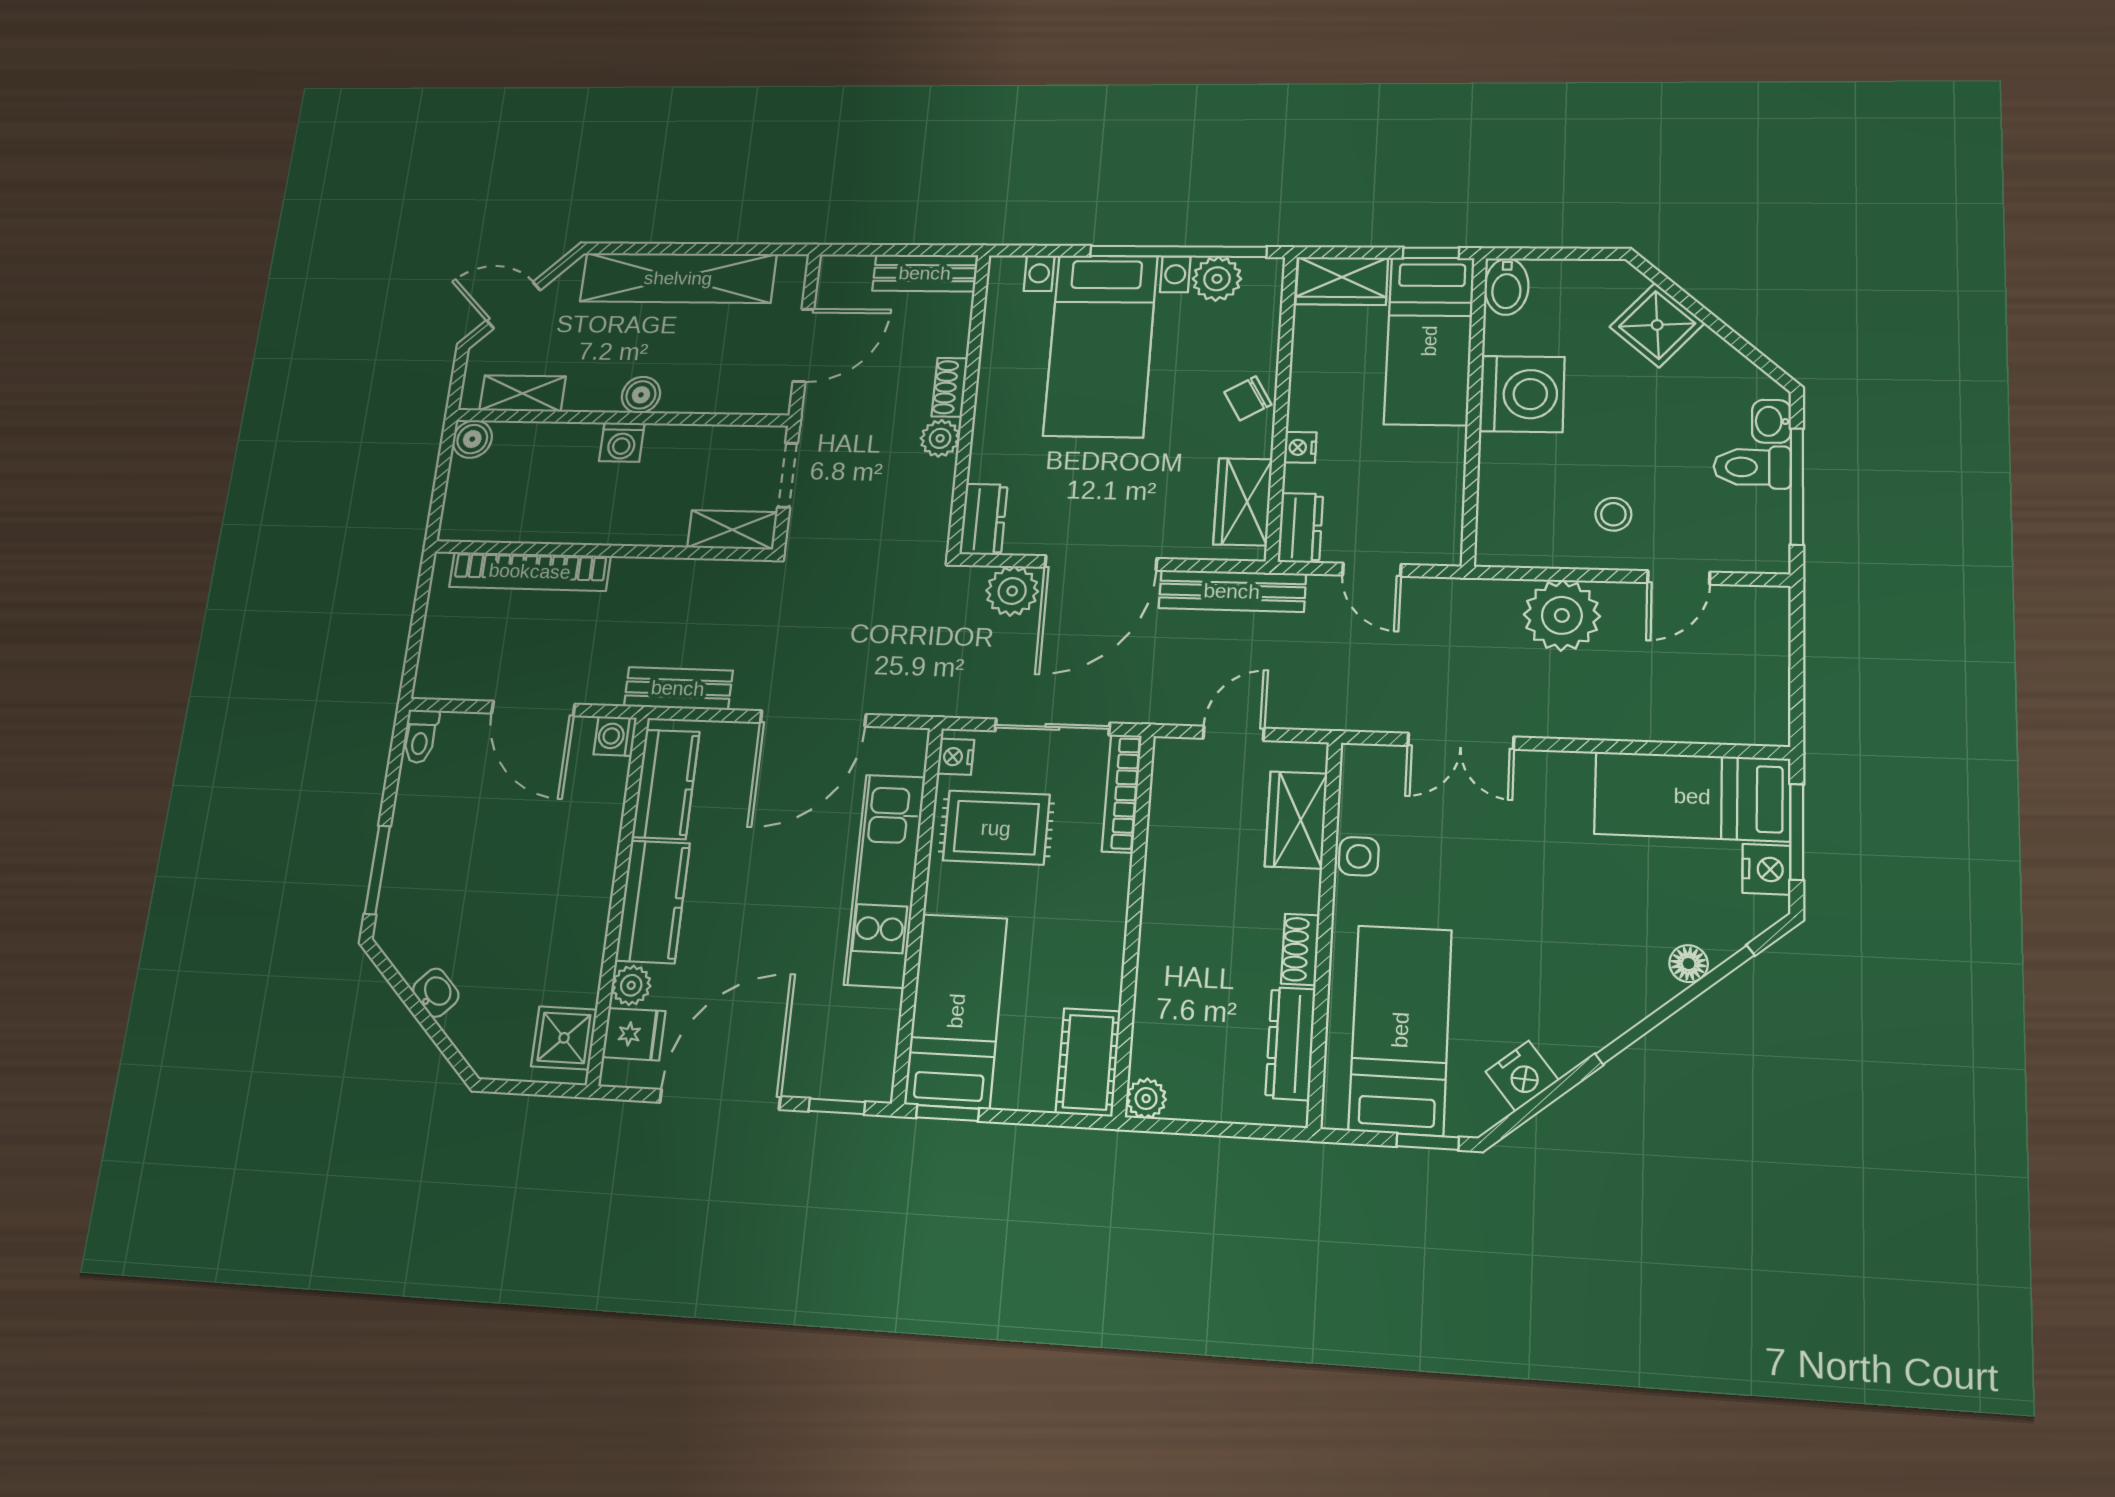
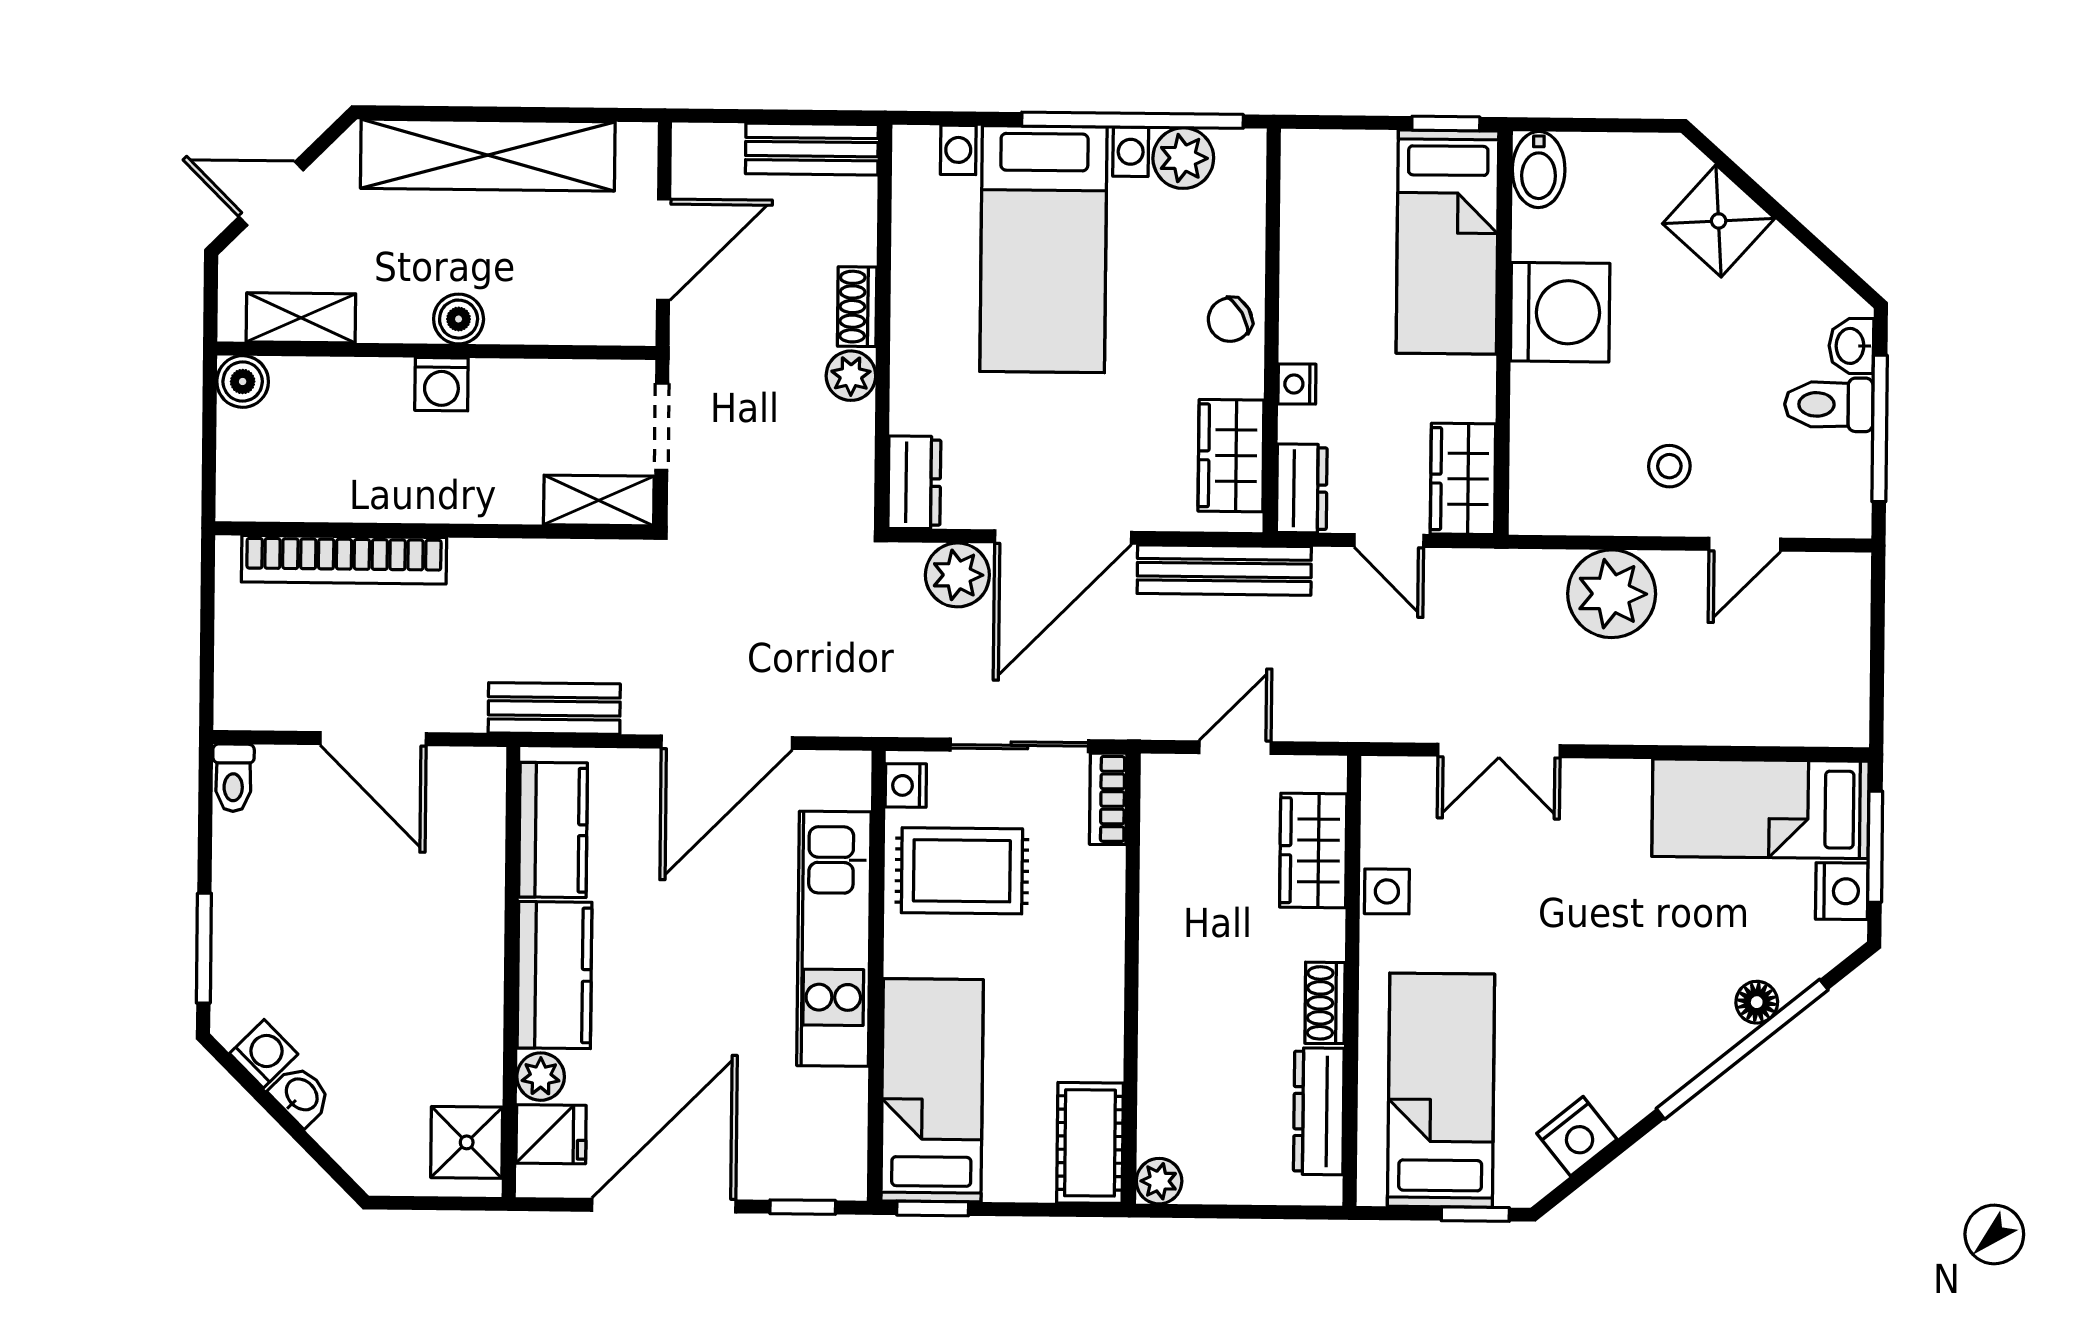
wardrobe: (1342, 281) -> (1463, 479), moved, turned 90
washing machine: (615, 736) -> (264, 1054), moved, turned 135
bookcase: (1122, 793) -> (1108, 799), width x0.64

